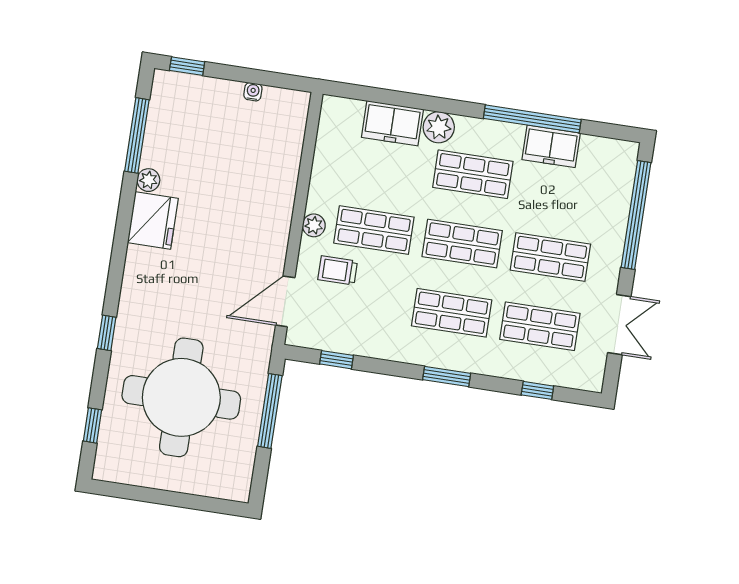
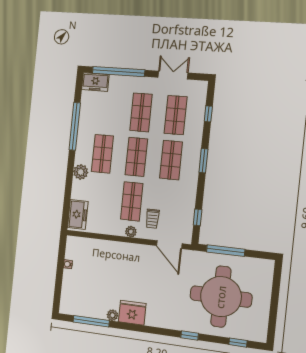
window: (187, 66) -> (57, 297), removed
freezer: (392, 123) -> (78, 214), moved
freezer: (551, 146) -> (95, 82), moved, turned 90

